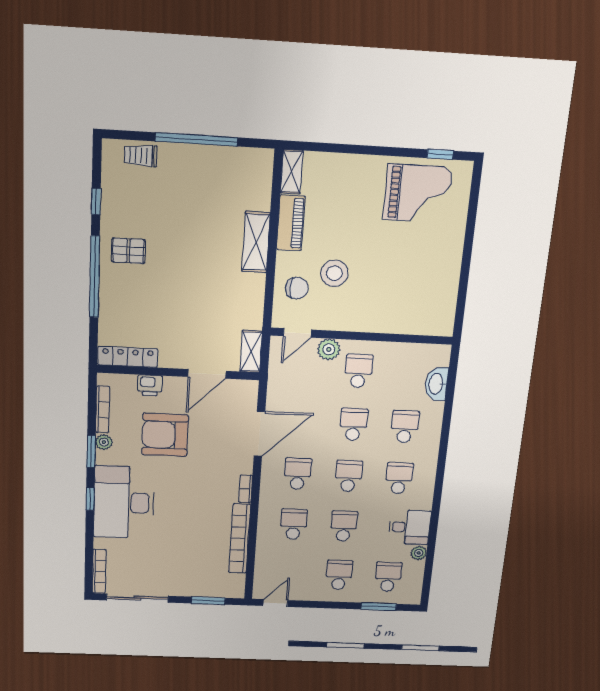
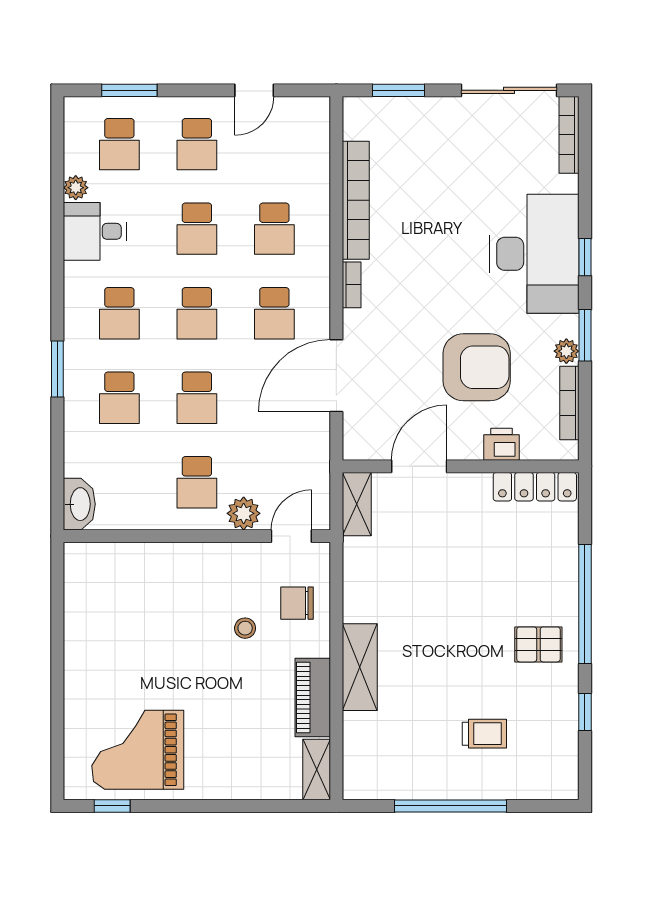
trolley: (141, 156) -> (484, 734), moved
stool: (334, 273) -> (245, 628), width x0.53, depth x0.53
washbasin: (436, 384) -> (79, 504), moved
window: (443, 446) -> (57, 369), added
door: (275, 603) -> (254, 90), moved

